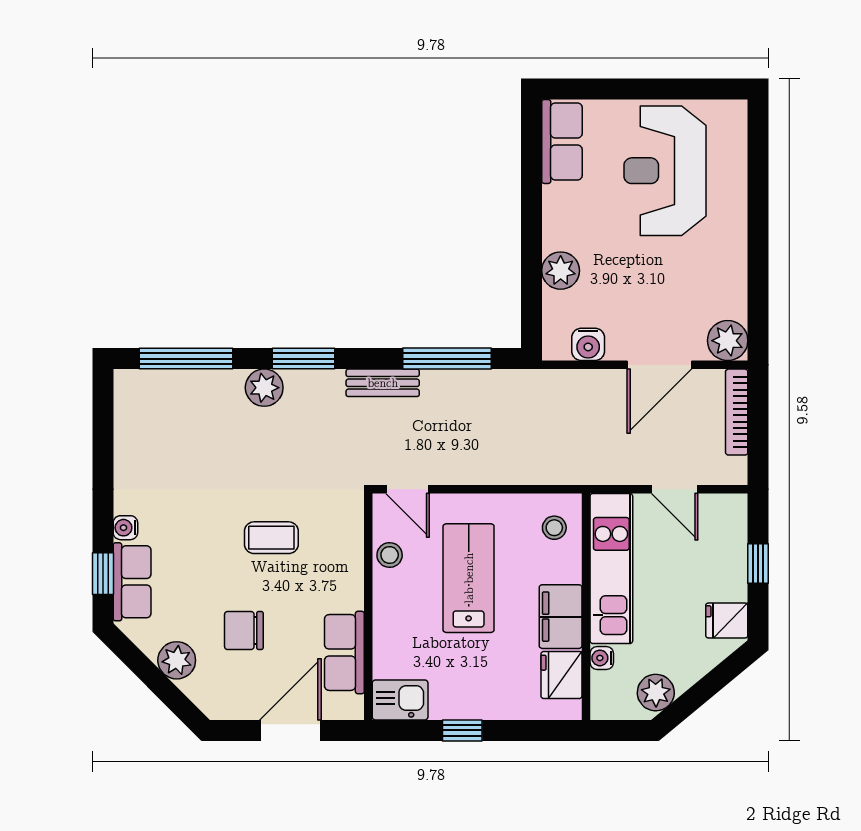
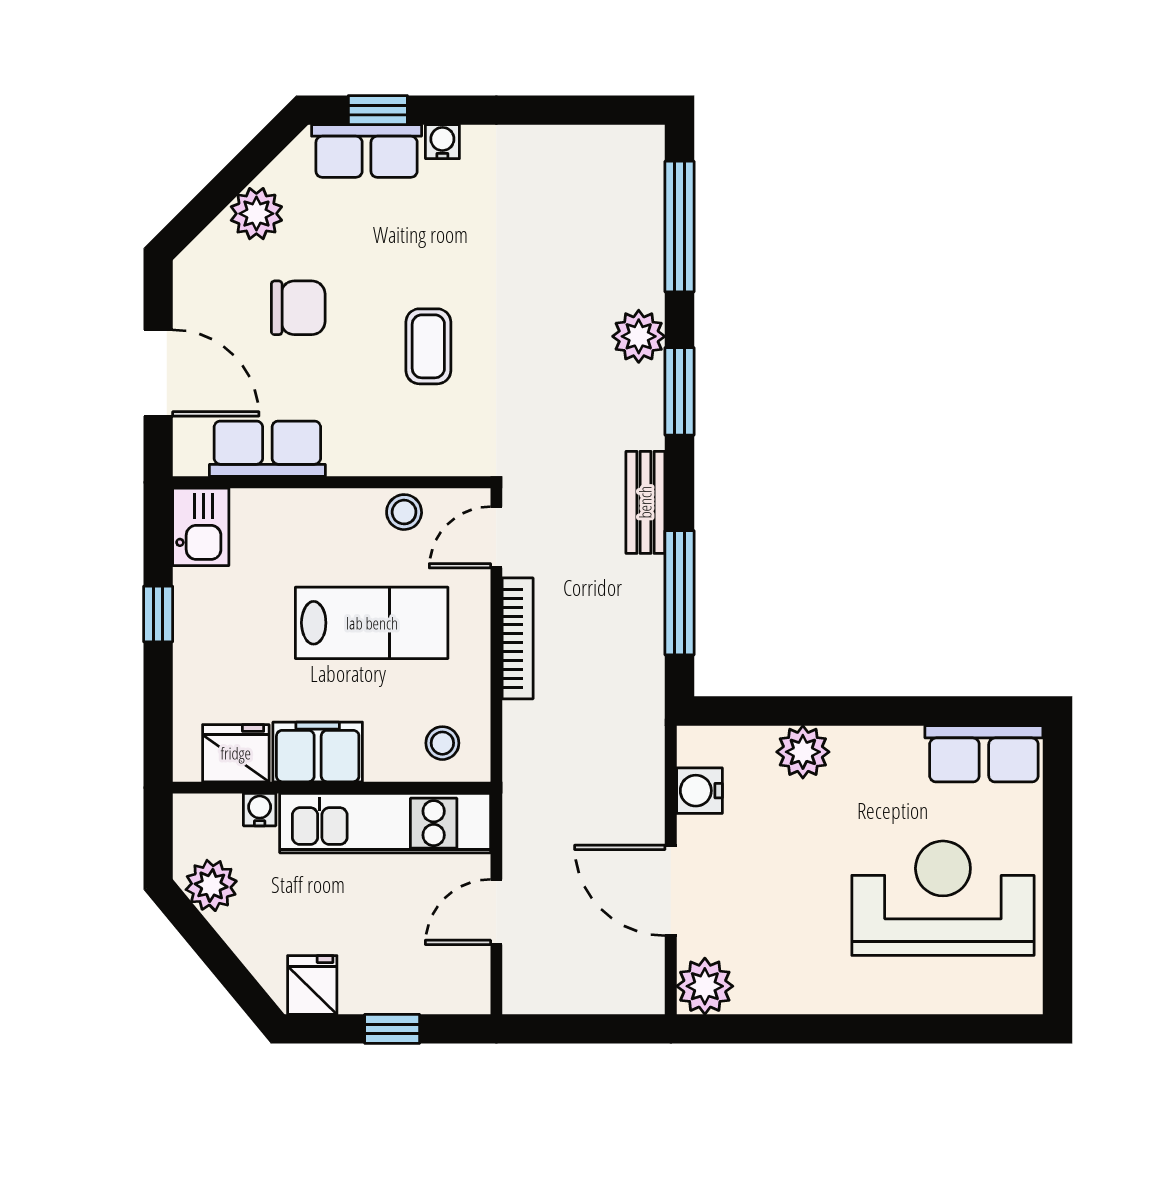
bookcase: (737, 412) -> (518, 638), moved, turned 90
chair: (244, 631) -> (298, 308), turned 90

